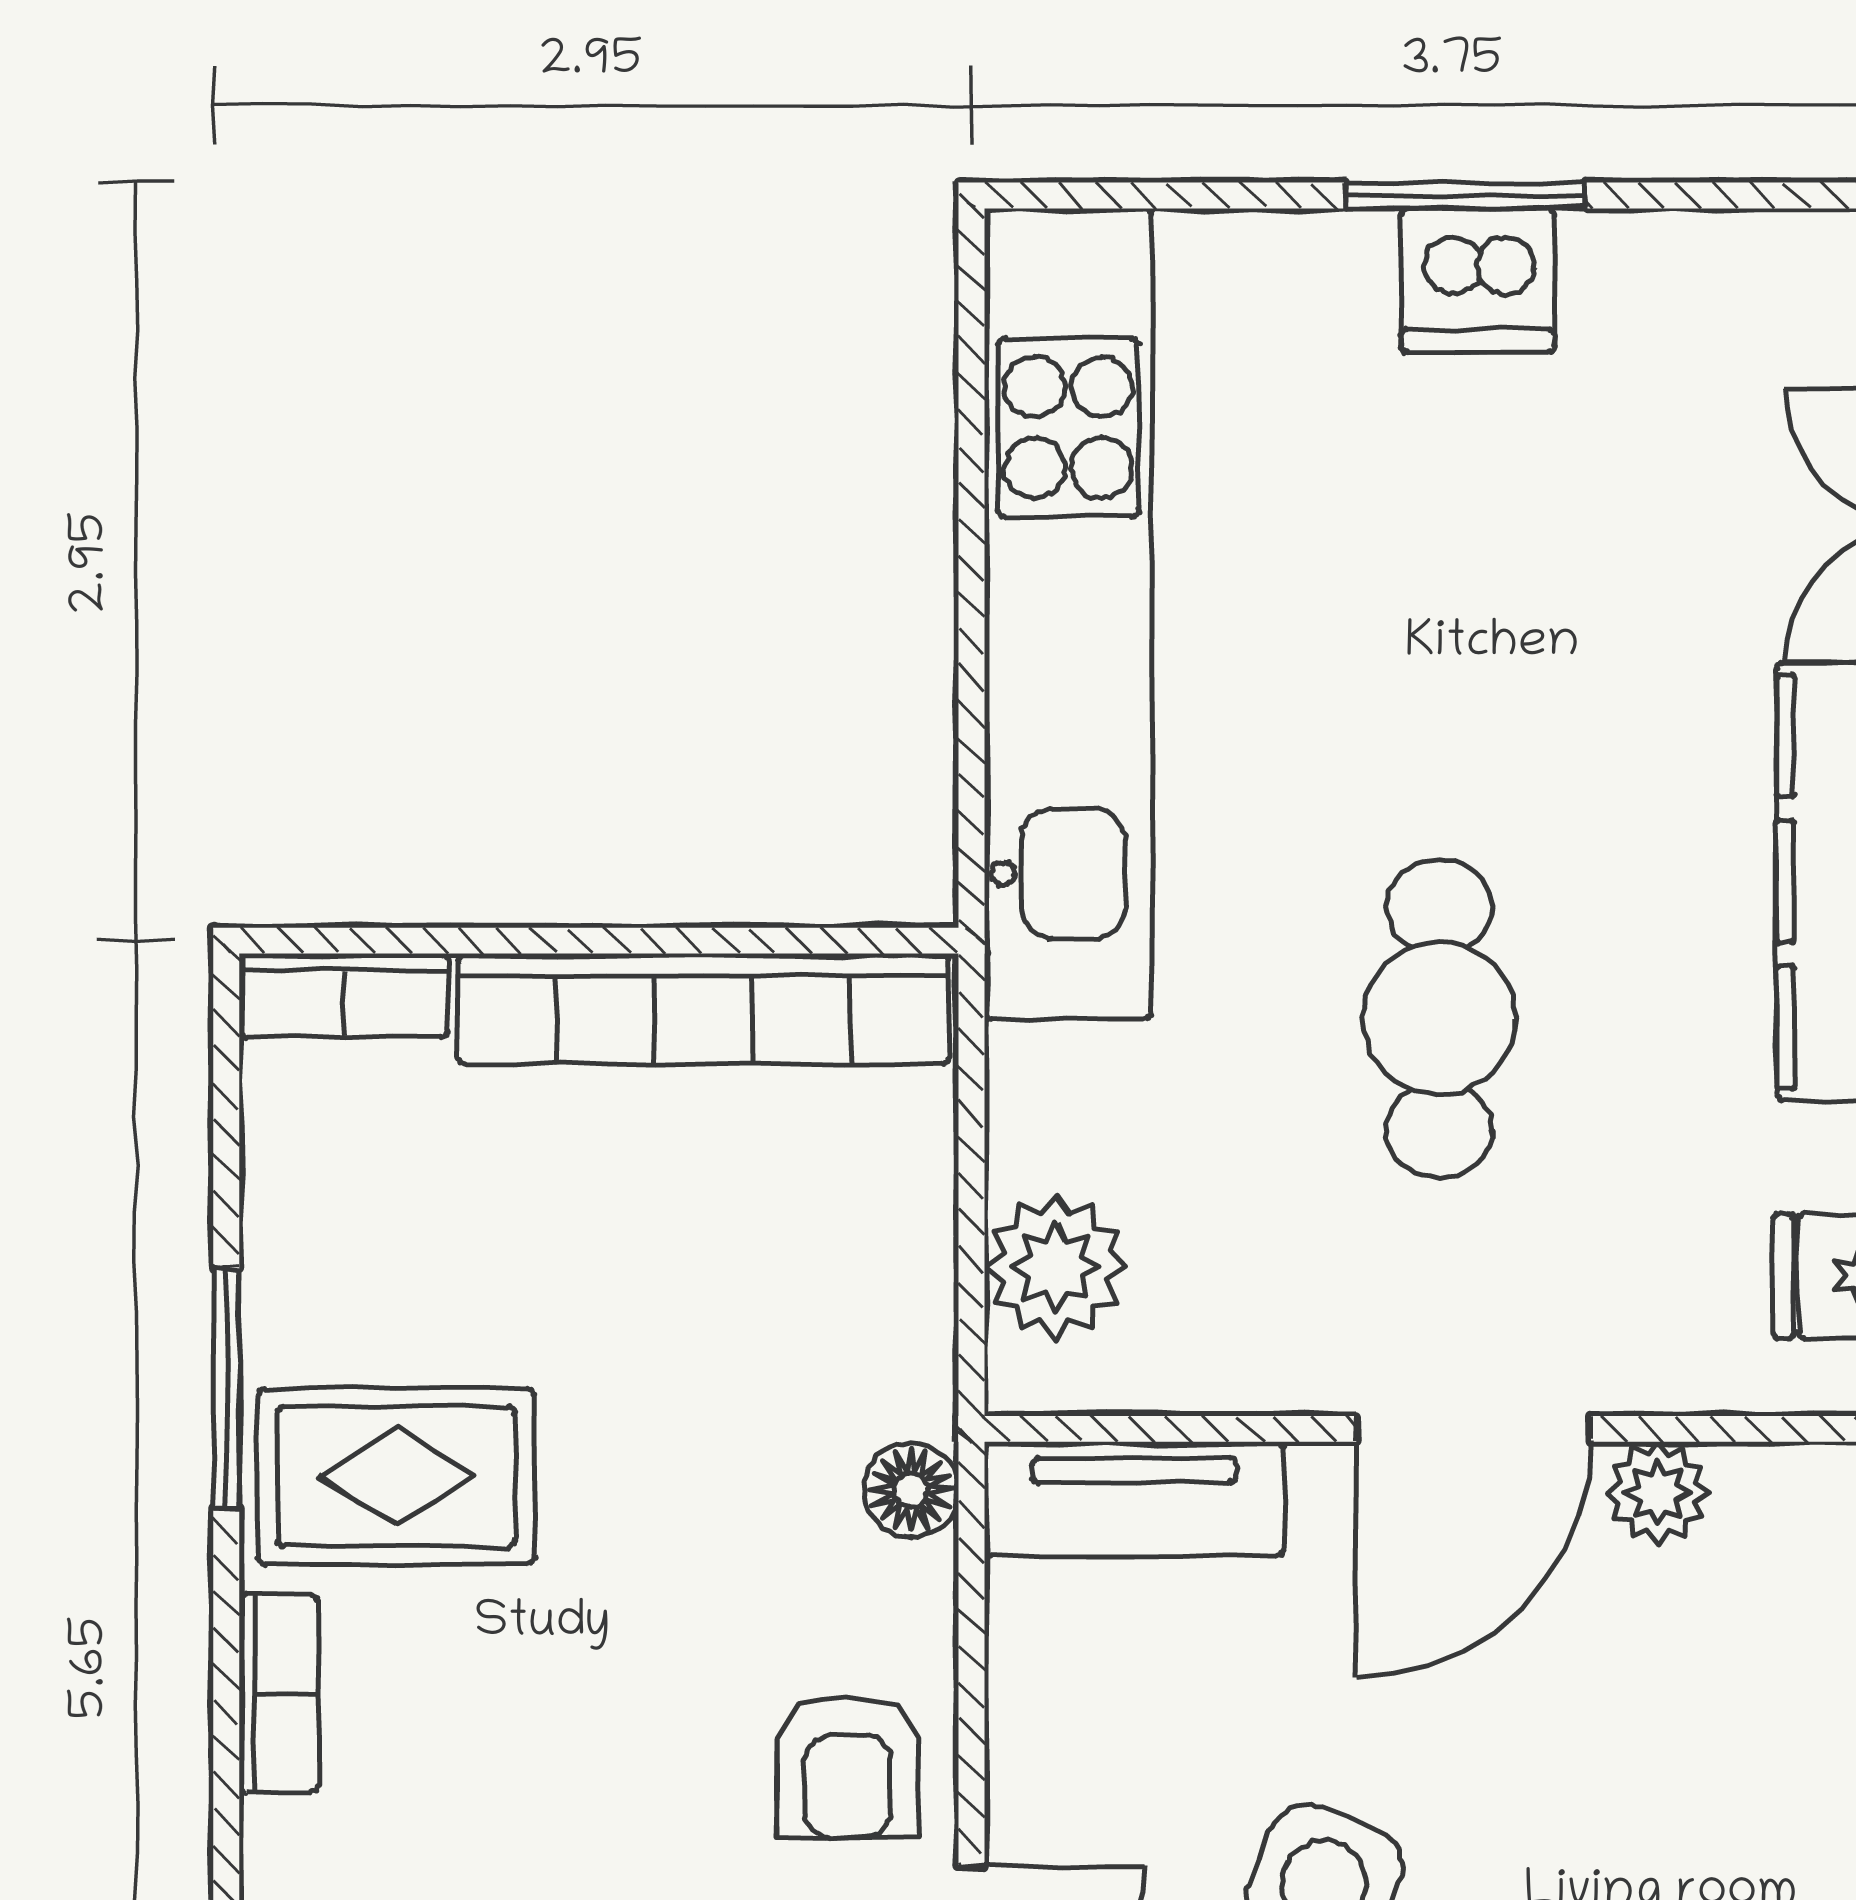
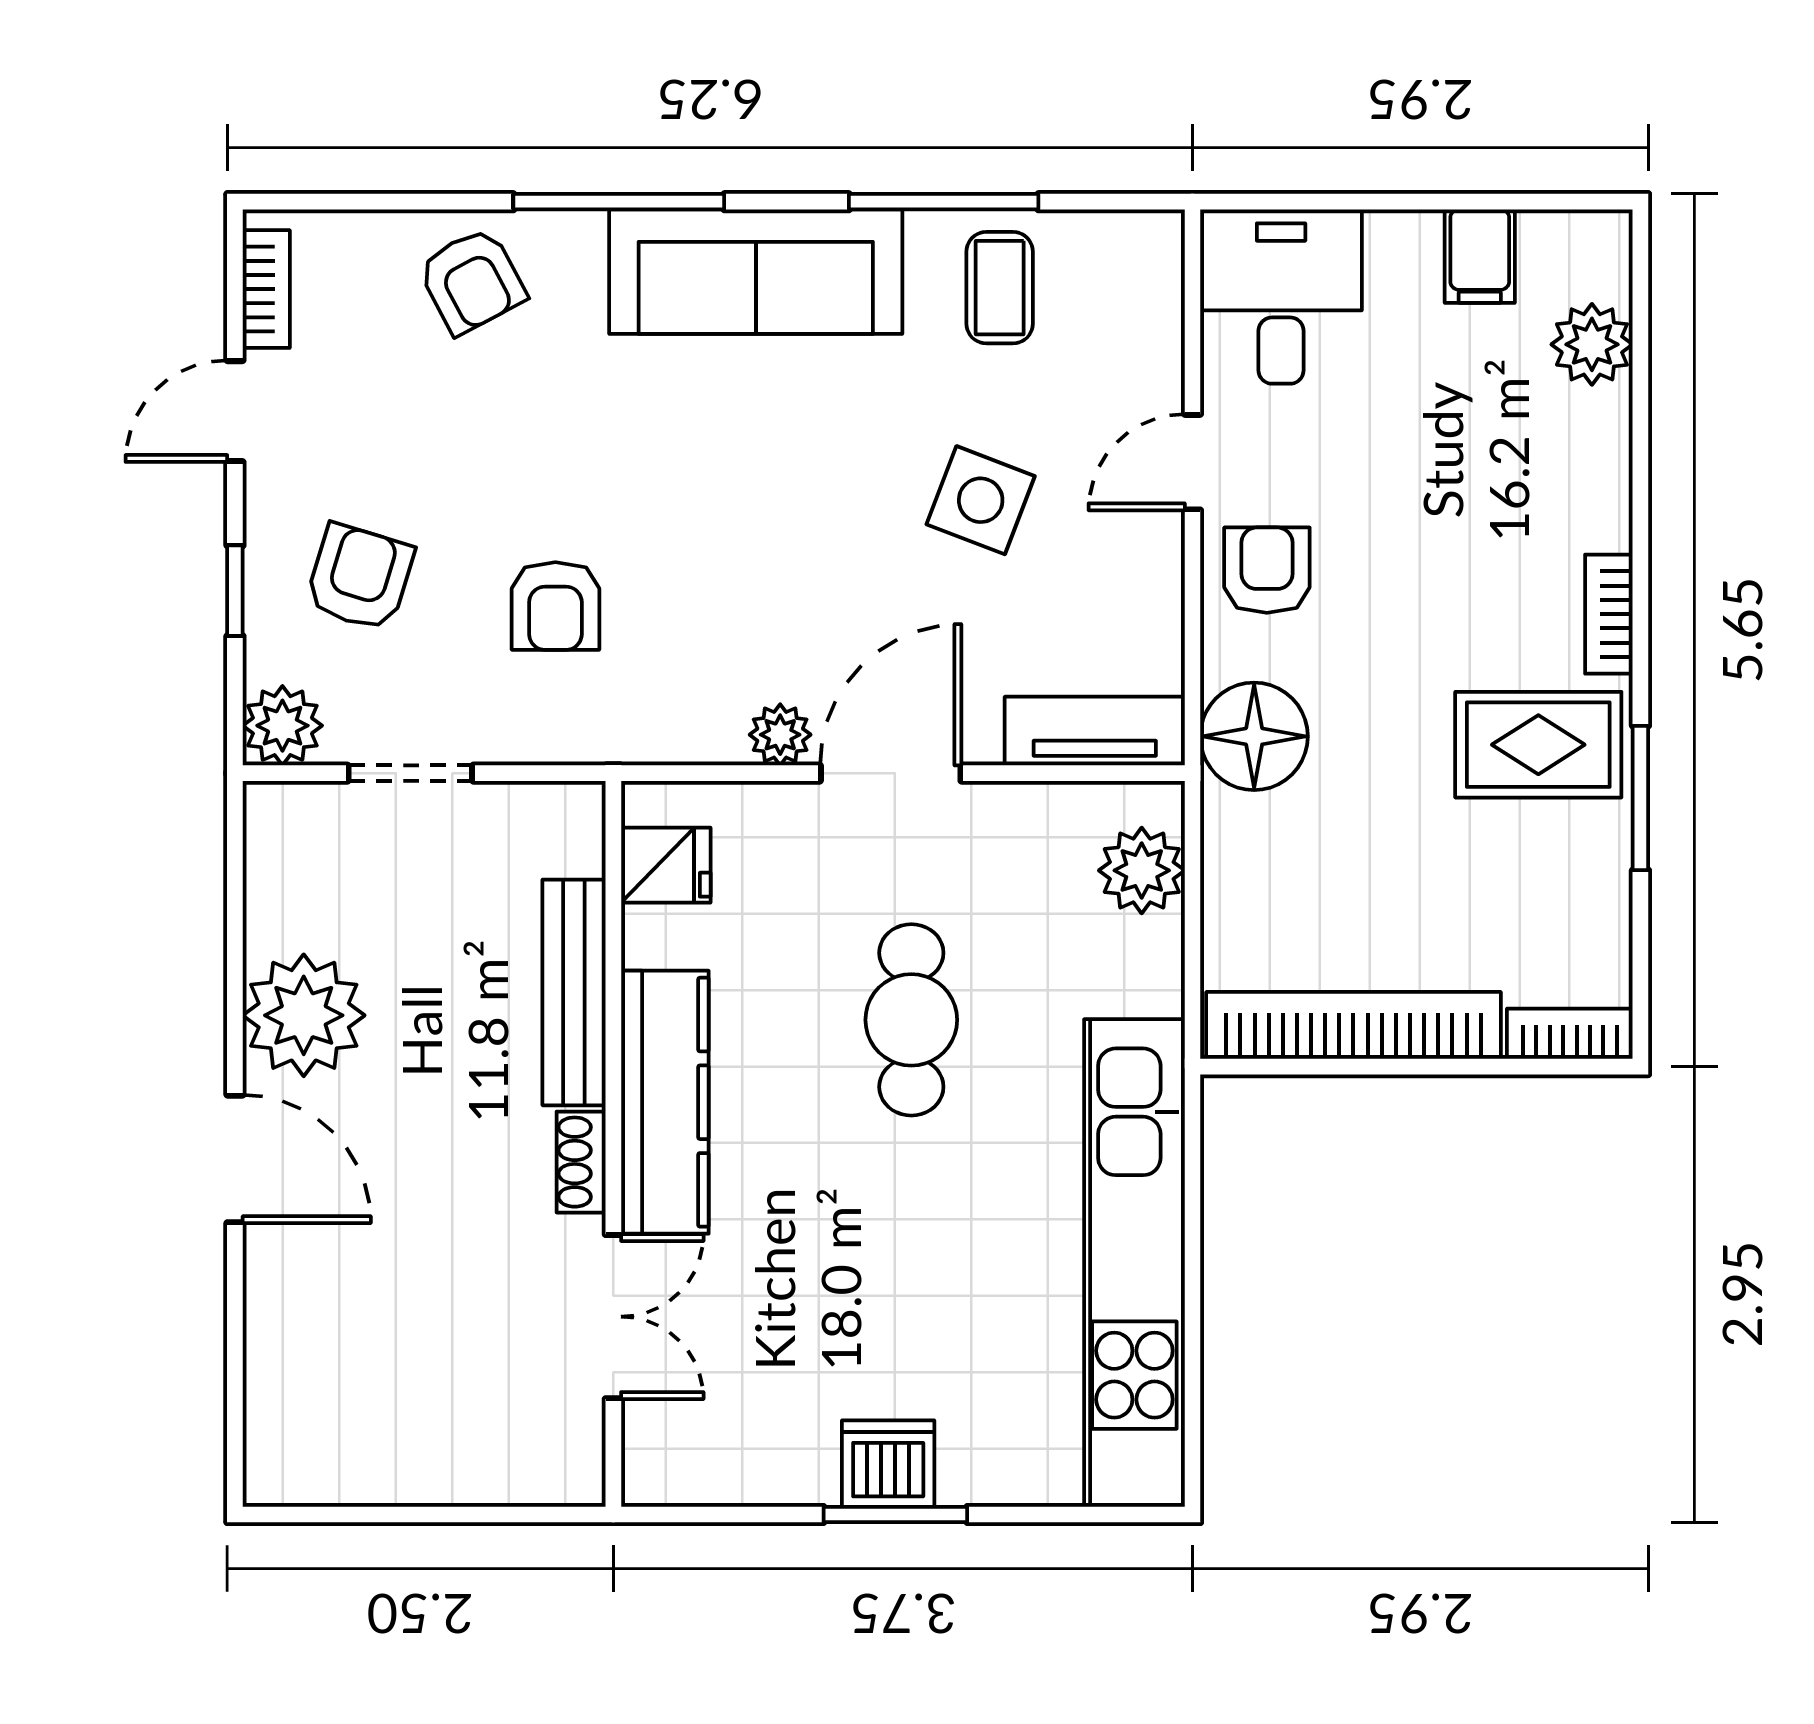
floor lamp: (911, 1490) -> (1254, 736), width x1.89, depth x1.89

